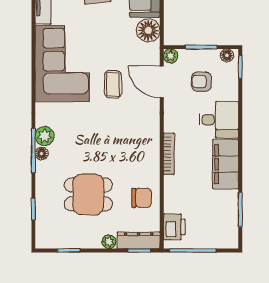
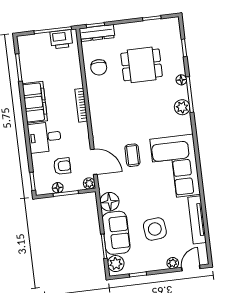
floor lamp: (227, 55) -> (58, 188), moved
floor lamp: (42, 154) -> (181, 80), moved
chair: (142, 198) -> (99, 67), turned -90
printer: (174, 227) -> (61, 39), moved, turned -90
plant: (109, 242) -> (121, 29), removed

